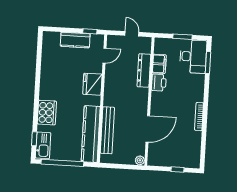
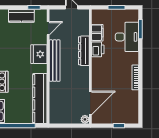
desk: (193, 57) -> (127, 37), moved
dresser: (144, 71) -> (84, 51), moved
door: (148, 129) -> (90, 103), moved
bench: (107, 130) -> (55, 61), moved

